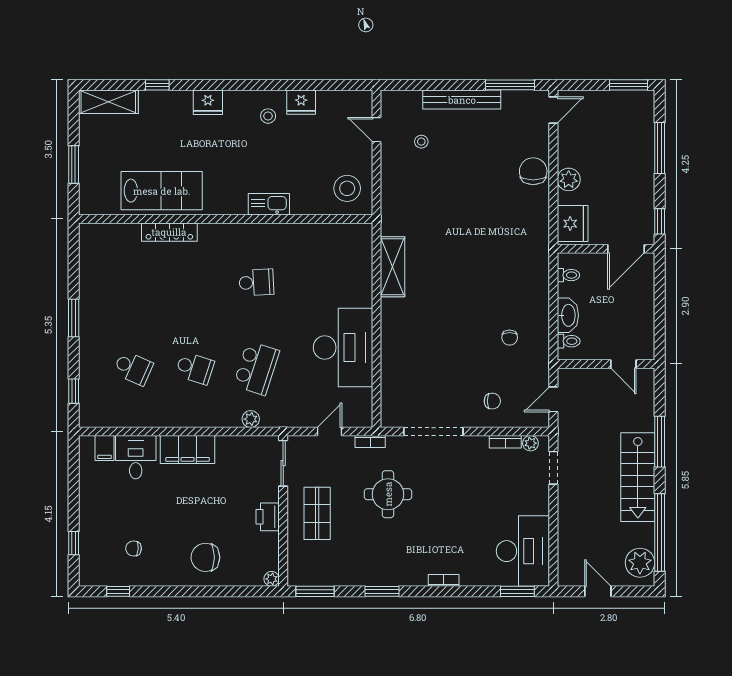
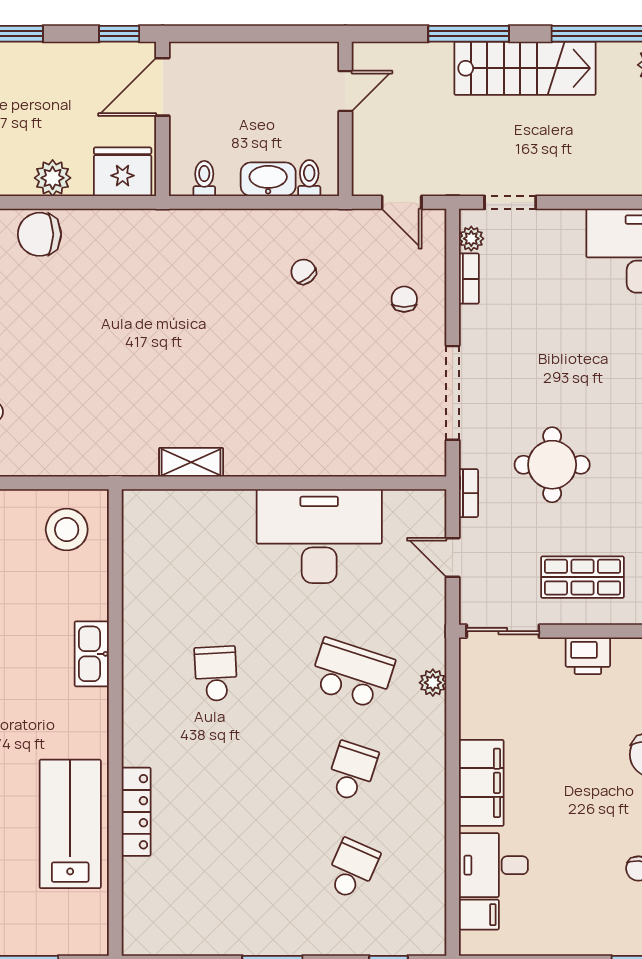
door: (626, 249) -> (163, 87), swing flipped
shelving: (393, 267) -> (191, 462), width x0.67, depth x0.75
chair: (510, 338) -> (303, 272), turned -129

